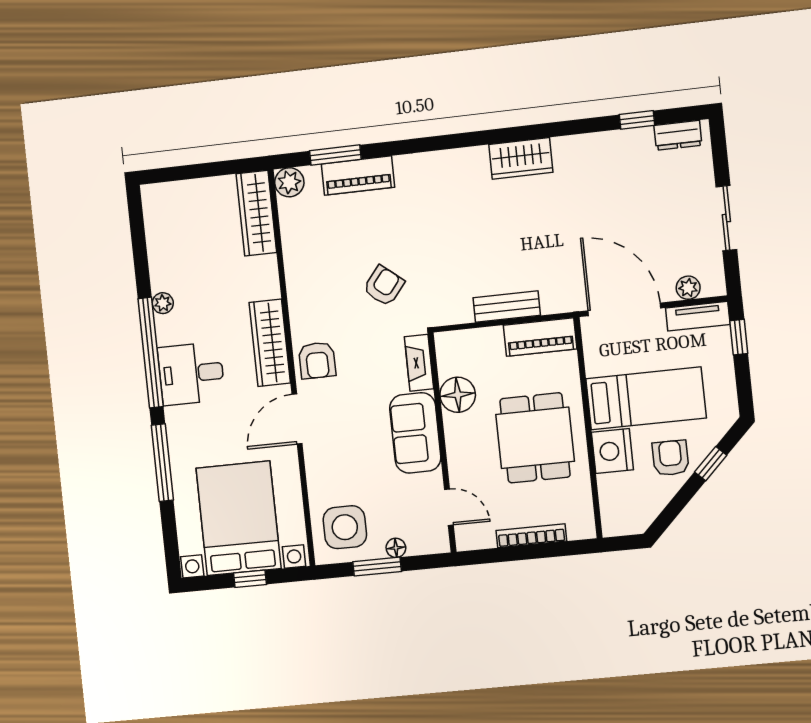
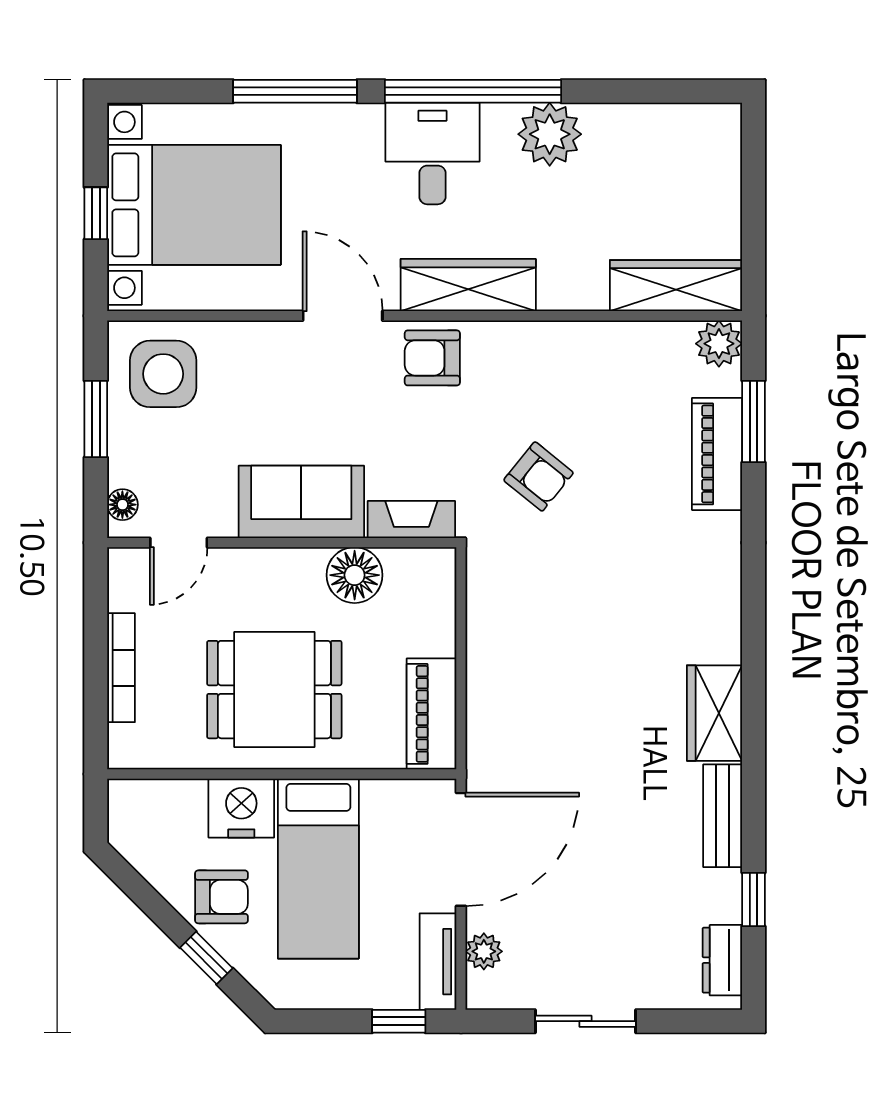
plant: (163, 303) -> (550, 134), width x1.87, depth x1.87
bench: (507, 307) -> (723, 816), moved
floor lamp: (396, 548) -> (122, 505), moved

